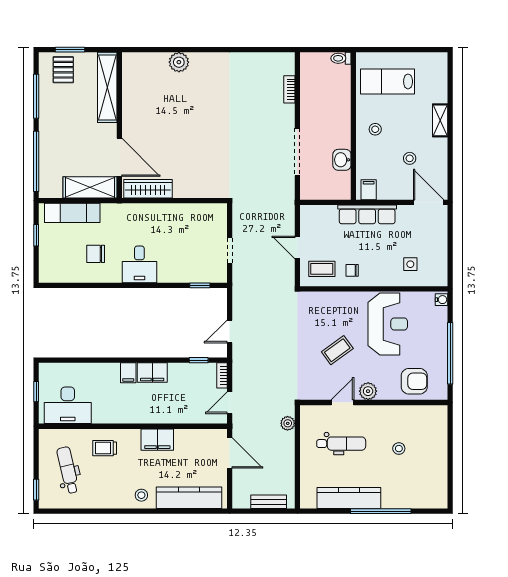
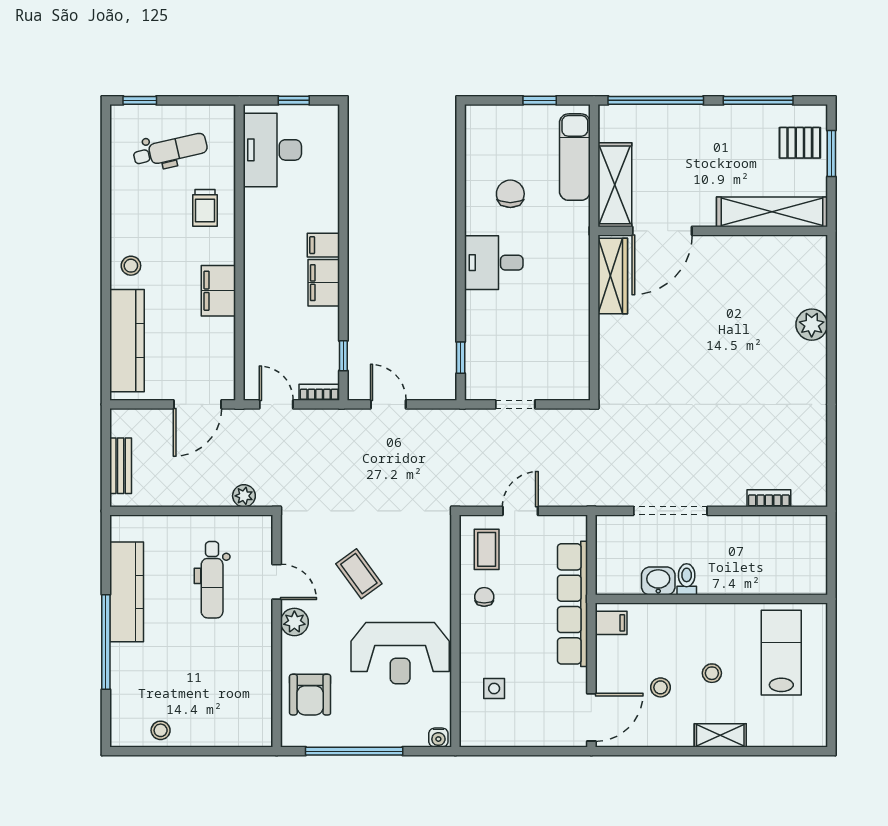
toilet: (341, 58) -> (687, 579), moved
stool: (375, 129) -> (712, 673), moved
row of seats: (367, 214) -> (572, 604), width x1.36
trolley: (105, 448) -> (205, 208), turned 180
stool: (399, 449) -> (161, 730), moved

